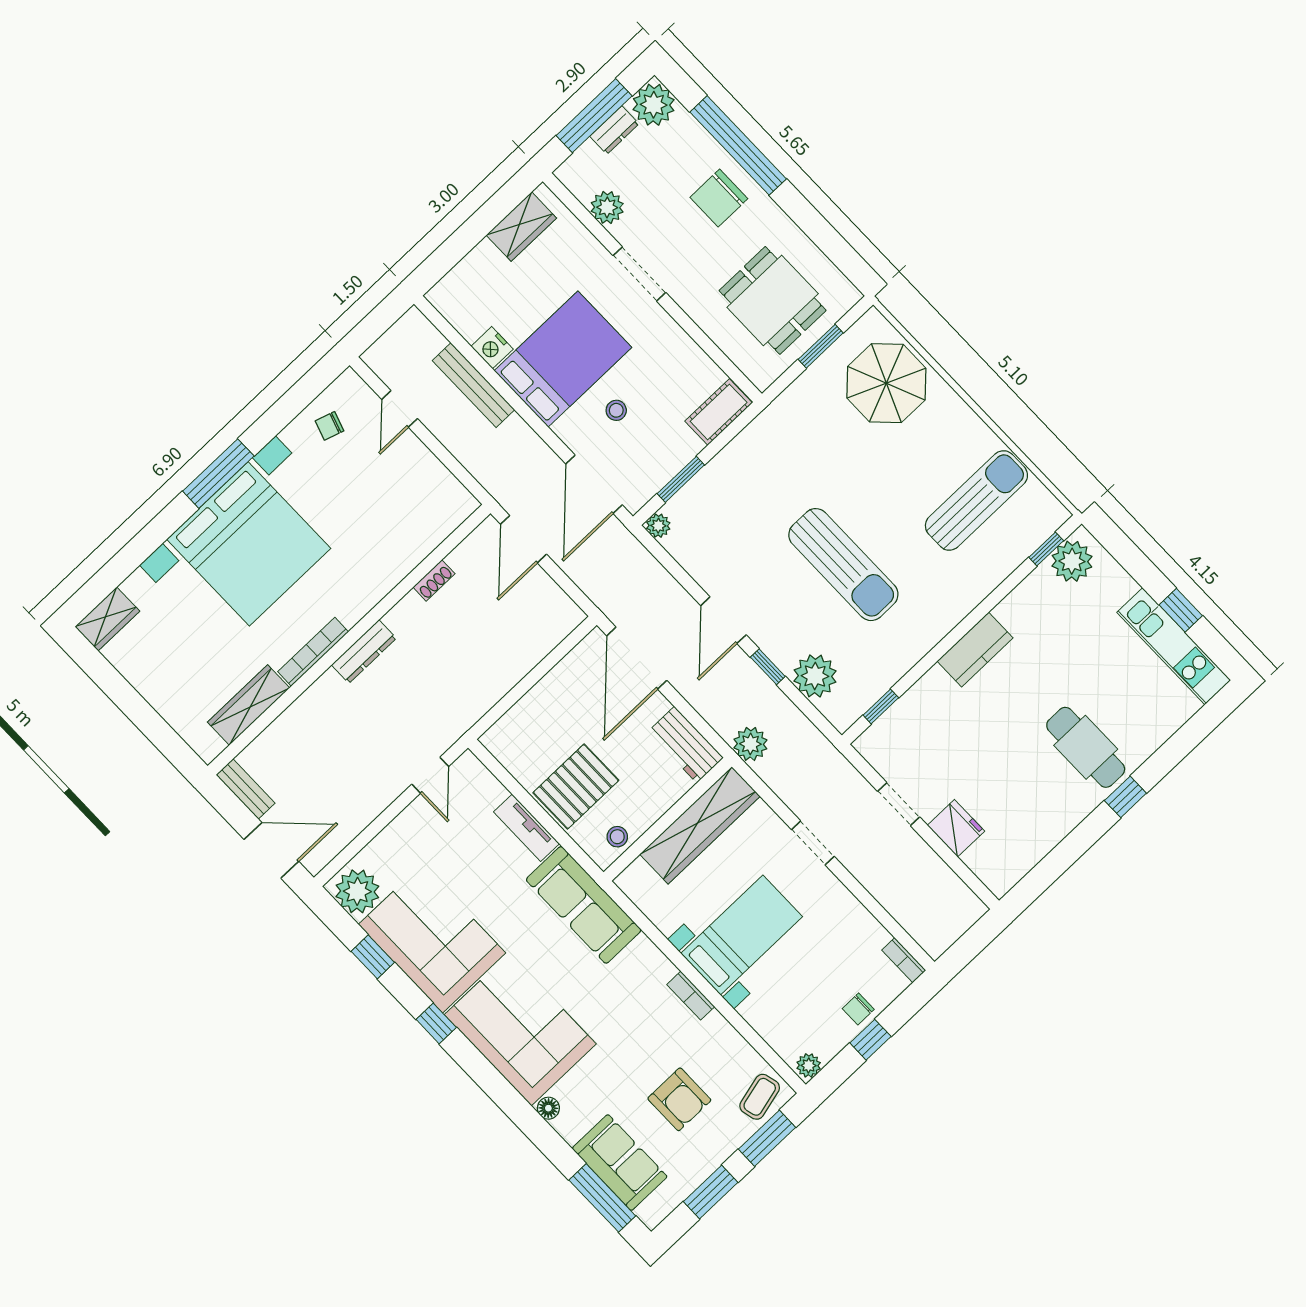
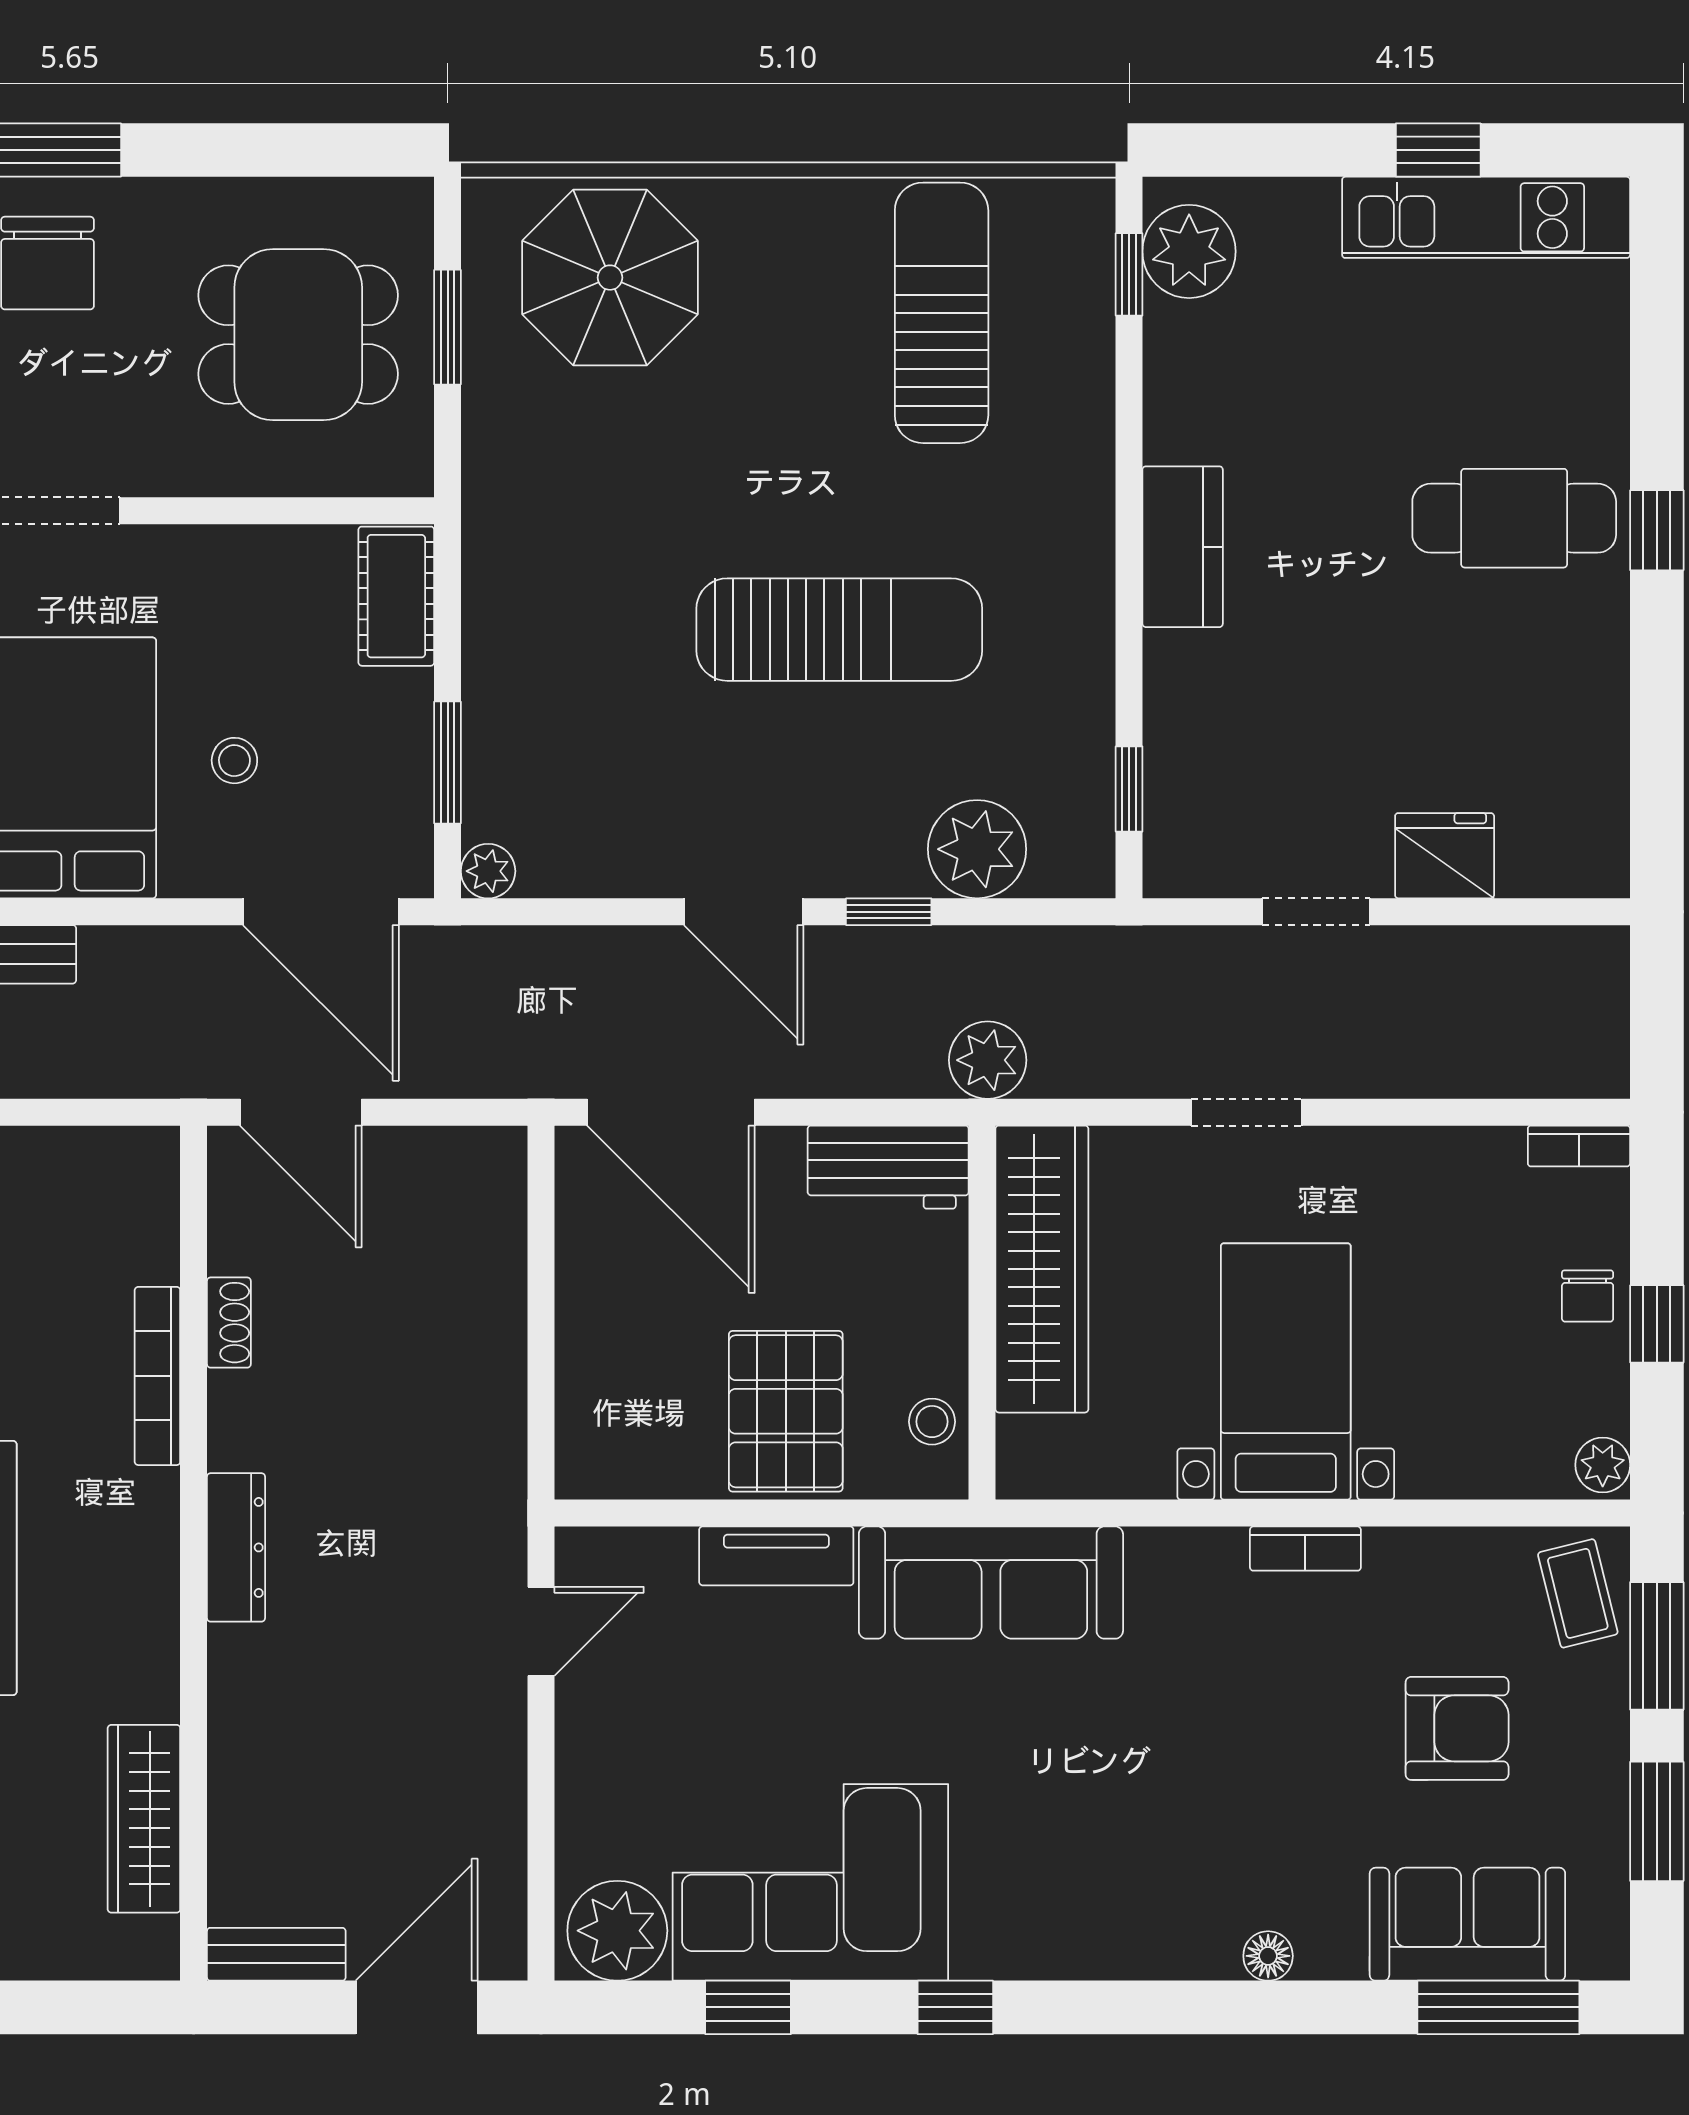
bookcase: (313, 652) -> (157, 1376), moved
door: (430, 775) -> (541, 1631), hinge flipped
corner sofa: (520, 1029) -> (1096, 1879), removed

